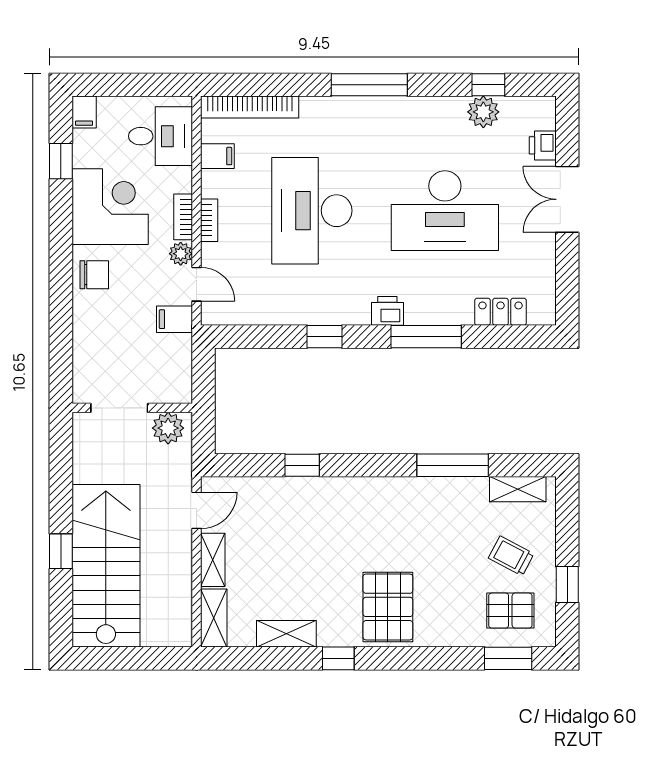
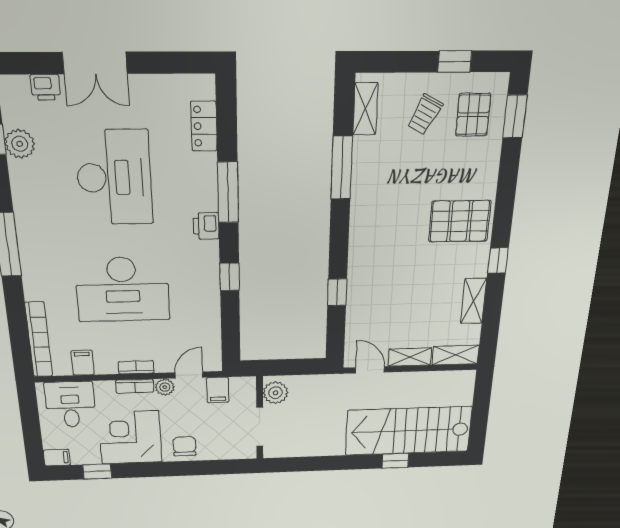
doorway: (119, 408) -> (260, 427), moved
wall: (132, 408) -> (260, 418), moved
plant: (168, 428) -> (276, 393), moved

